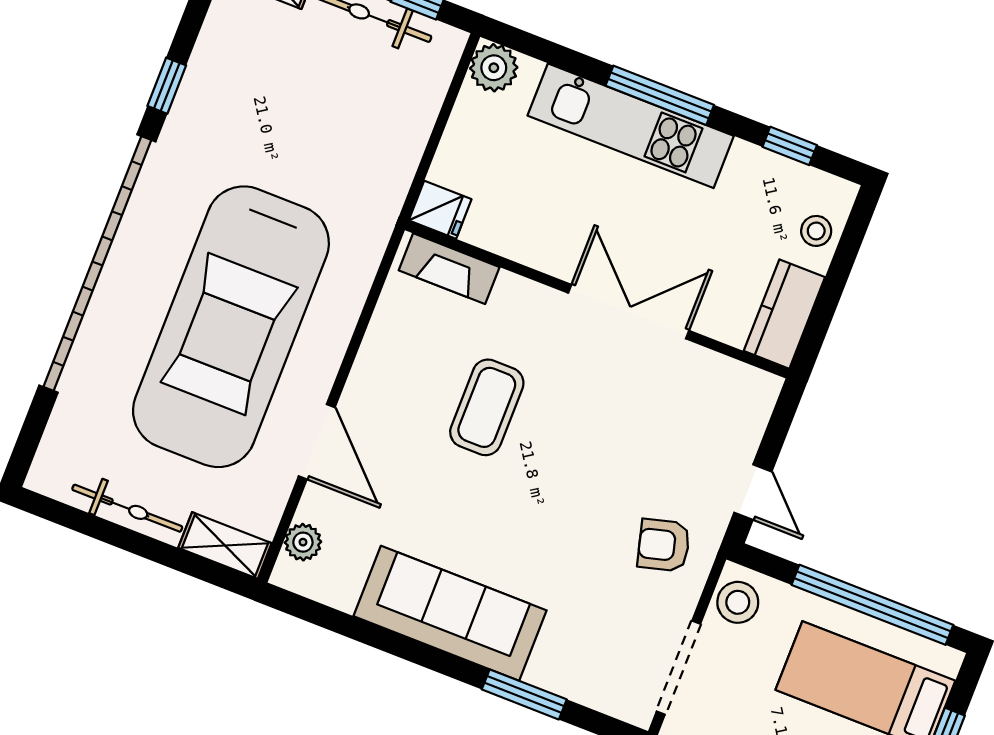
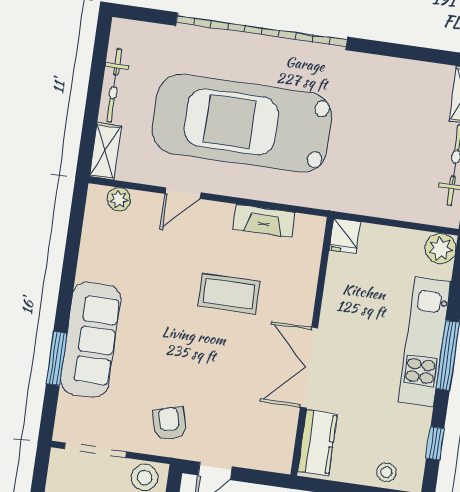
window: (167, 86) -> (382, 48), removed
fireplace: (449, 269) -> (264, 221), moved, turned -90
double door: (629, 312) -> (309, 368), swing flipped
kitchen counter: (784, 314) -> (317, 443), moved, turned 90
door: (317, 442) -> (183, 193), width x0.73
sofa: (450, 613) -> (91, 340), moved

